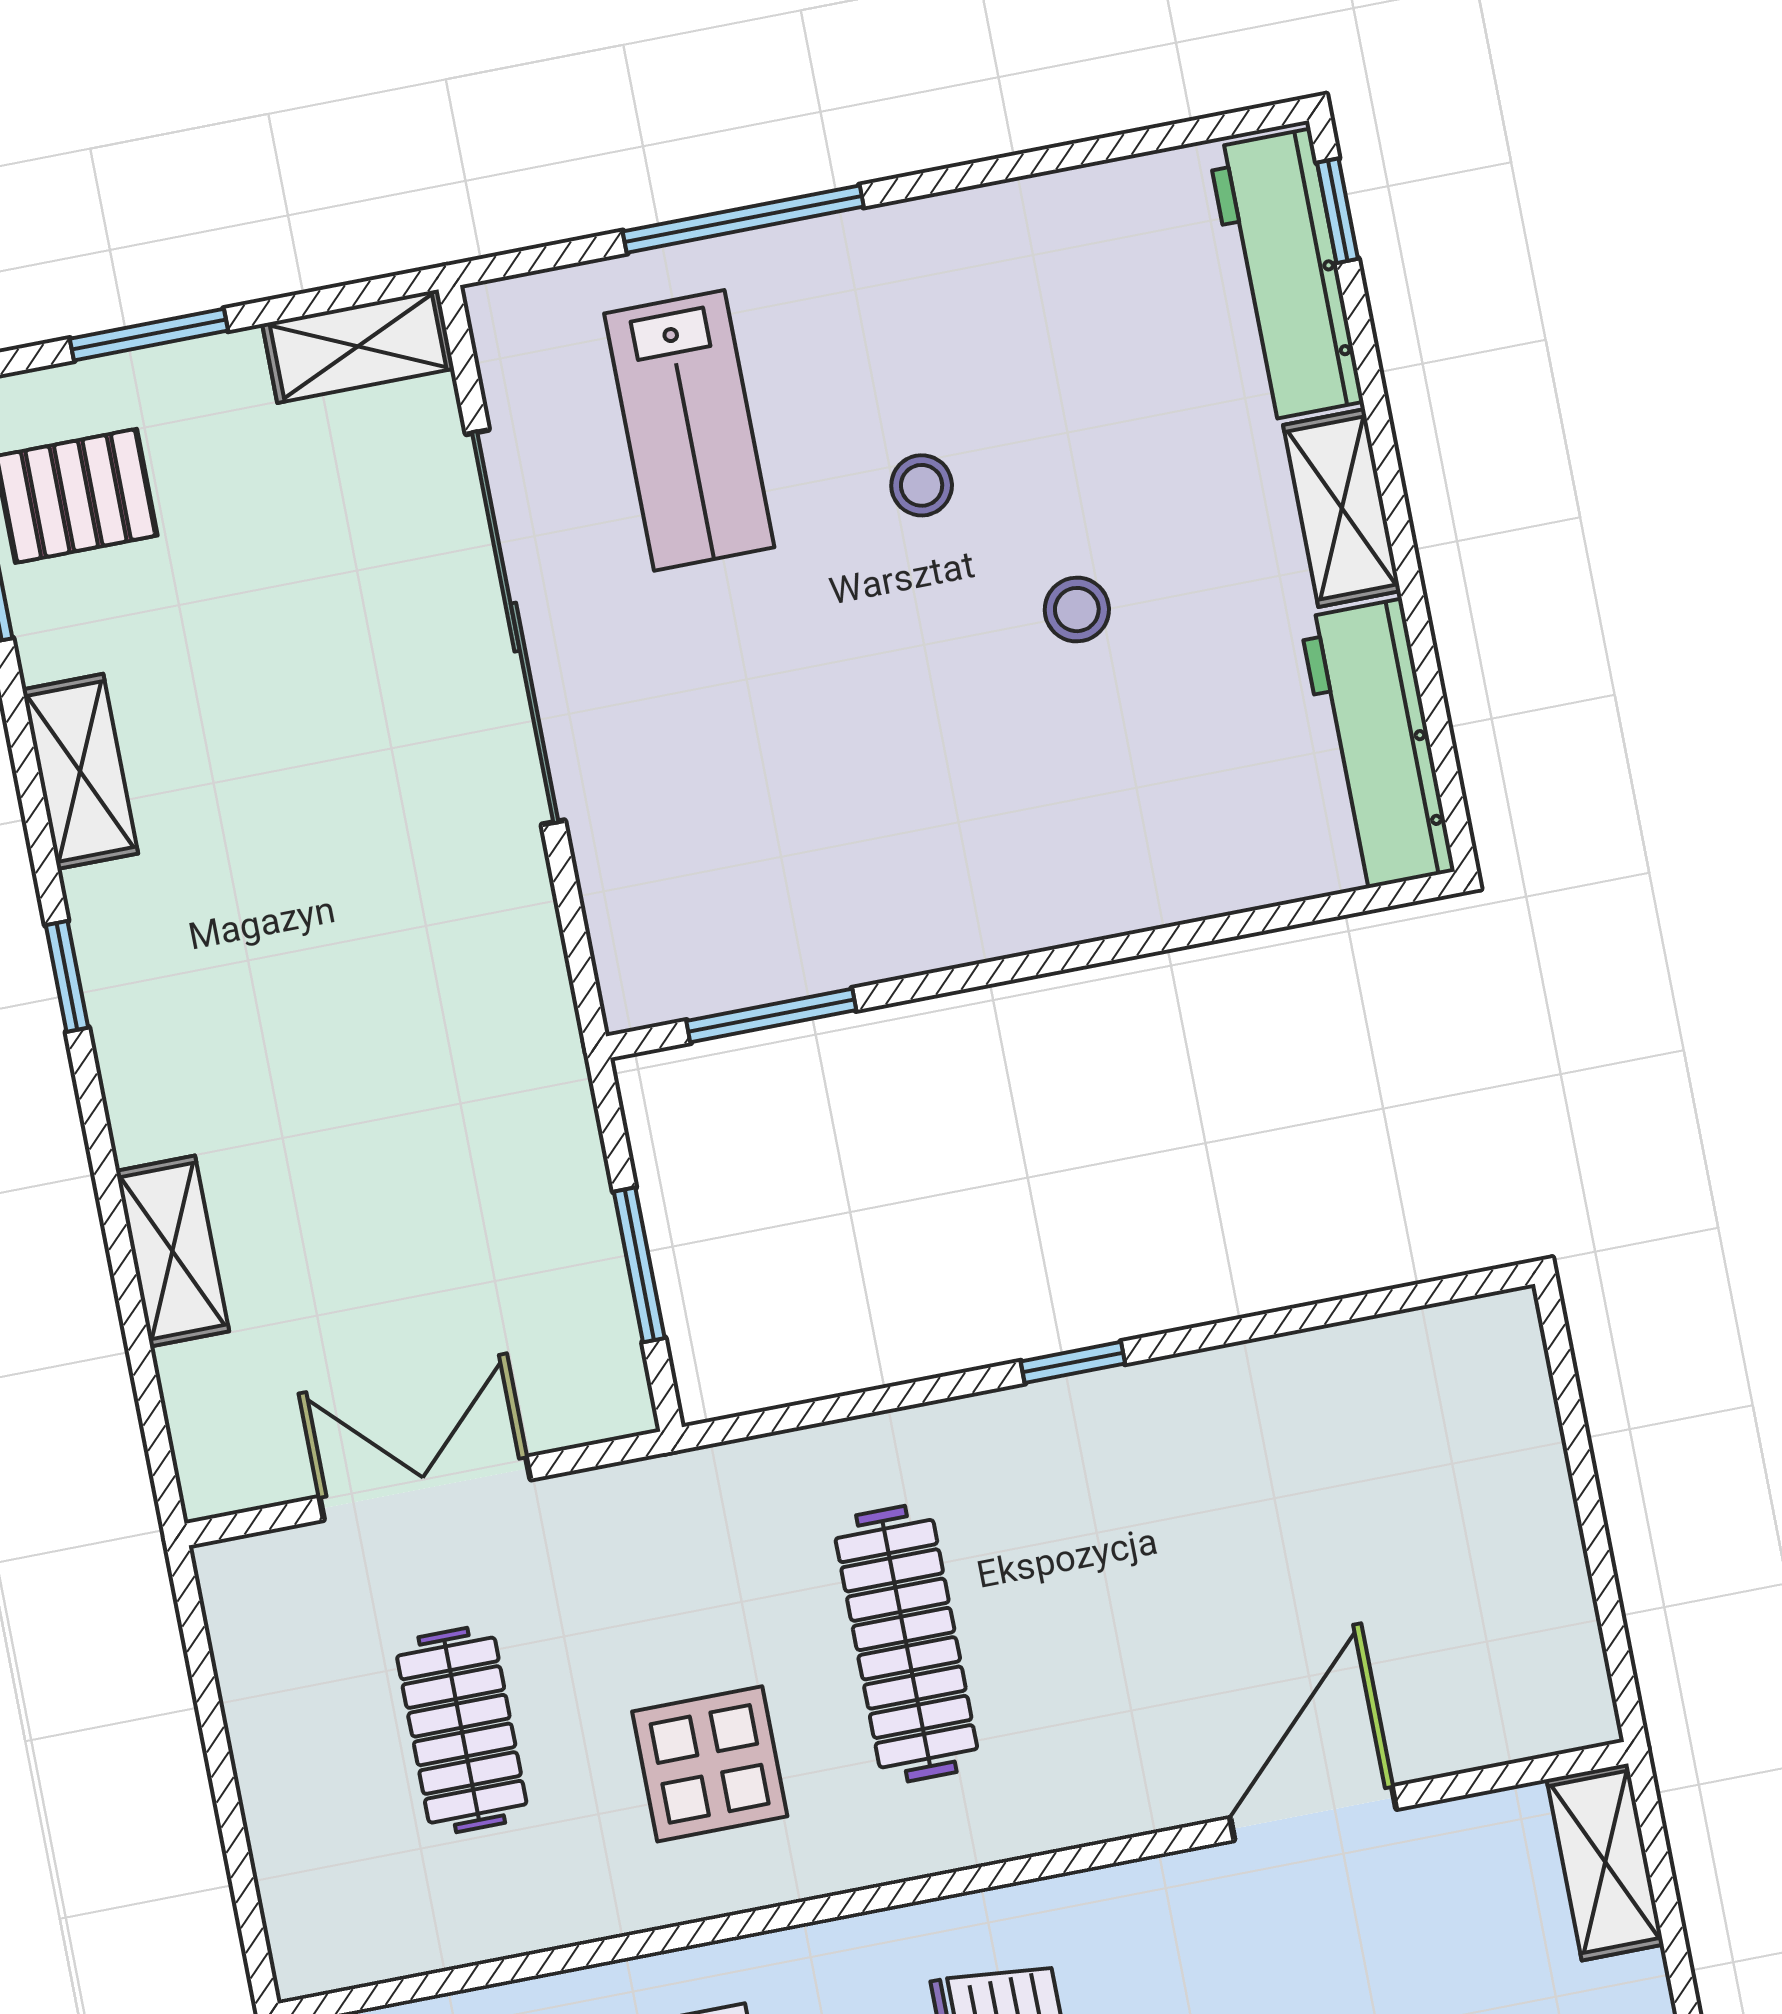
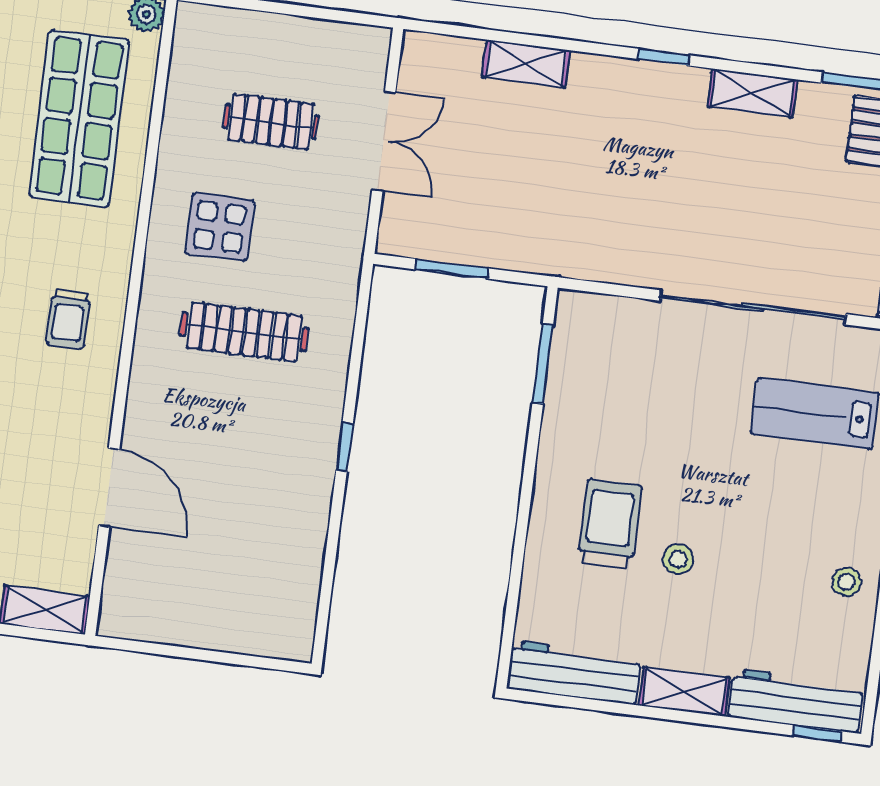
stool: (922, 485) -> (847, 582), moved
trolley: (1051, 772) -> (610, 524), added

